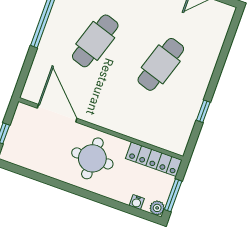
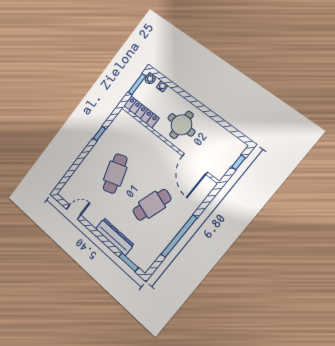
cafe table: (161, 64) -> (115, 174), turned -36

